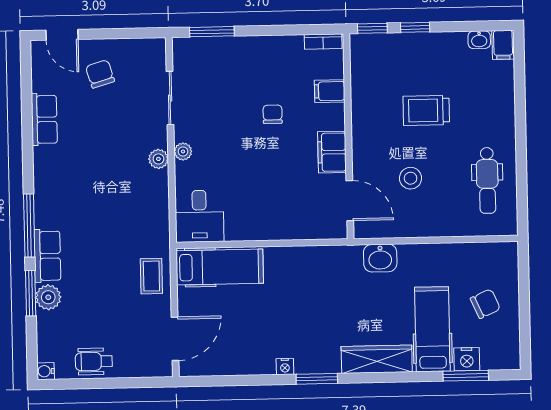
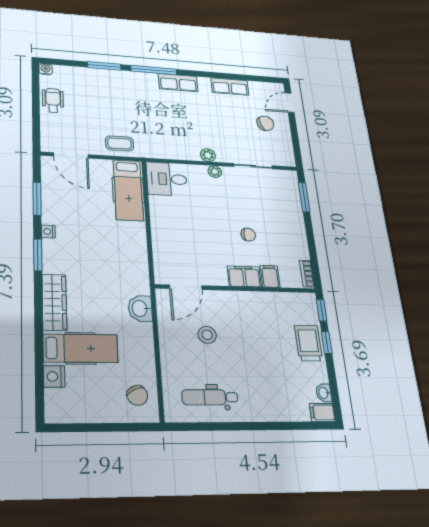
trolley: (426, 110) -> (308, 343), moved
filing cabinet: (332, 152) -> (244, 276), moved
row of seats: (47, 256) -> (178, 83), moved
plant: (48, 297) -> (102, 76), removed
chair: (485, 304) -> (137, 395), moved
window: (466, 376) -> (37, 199), moved

